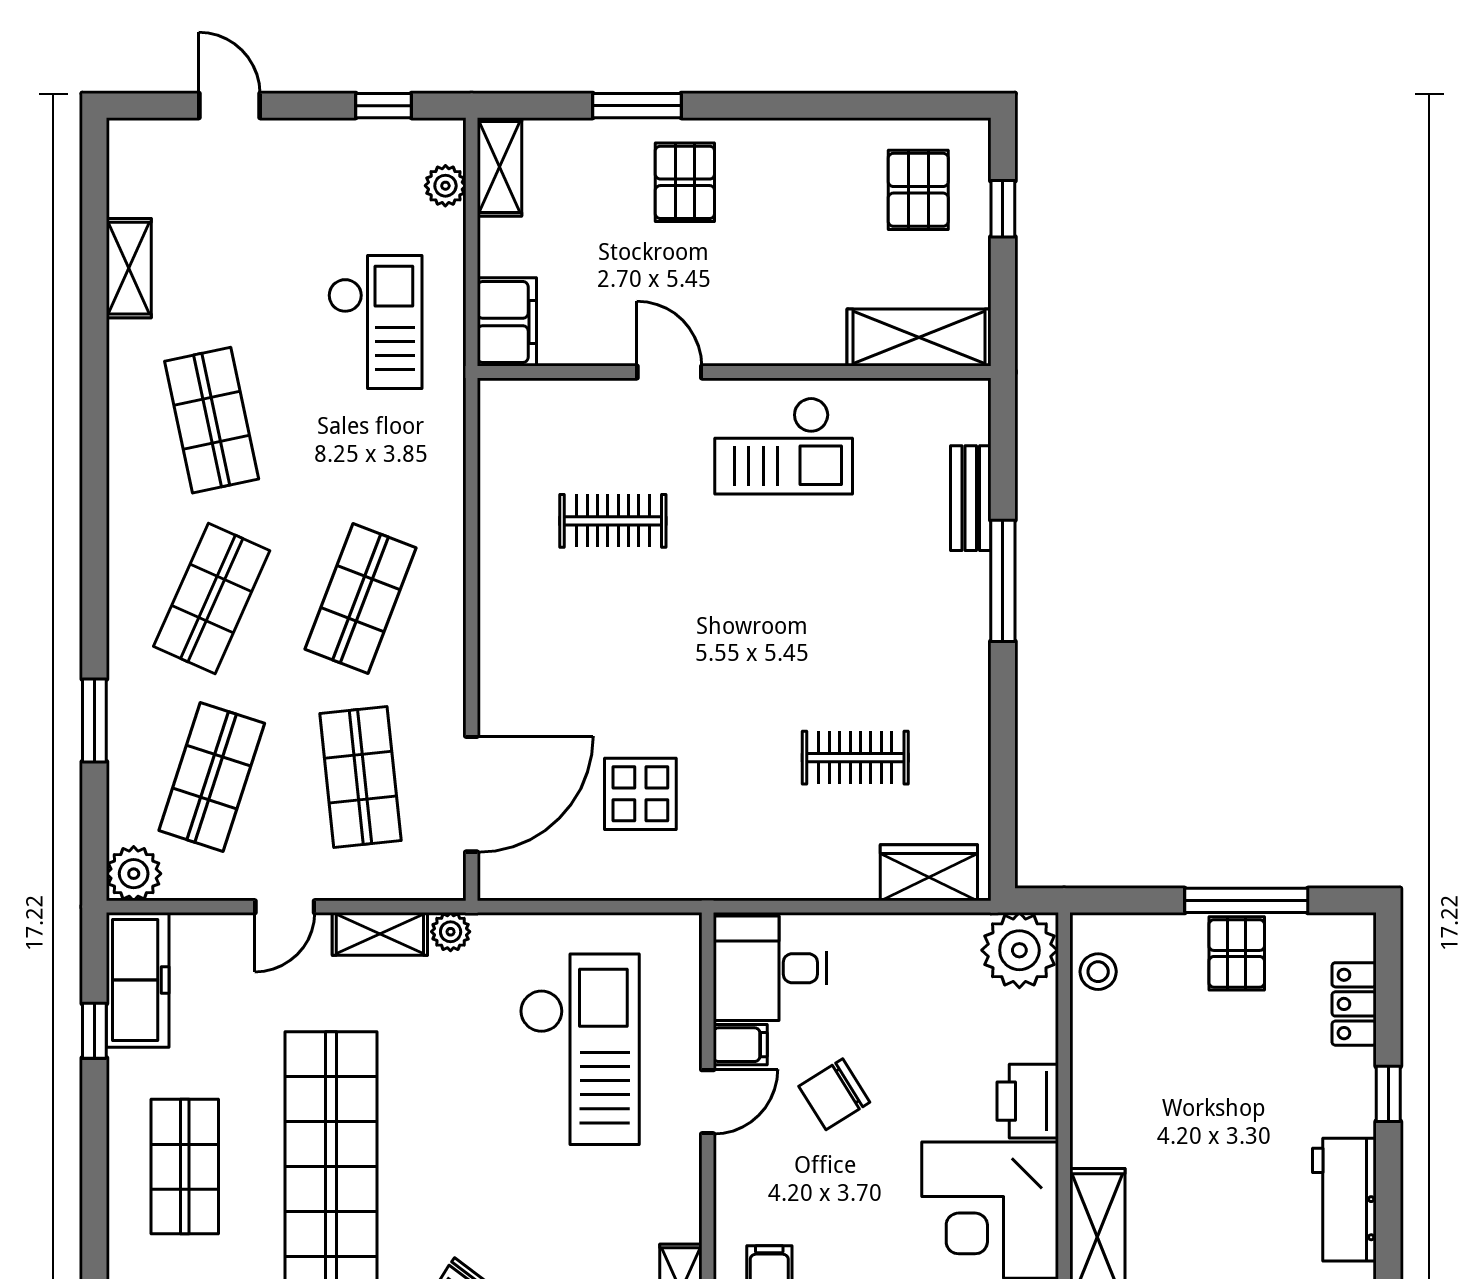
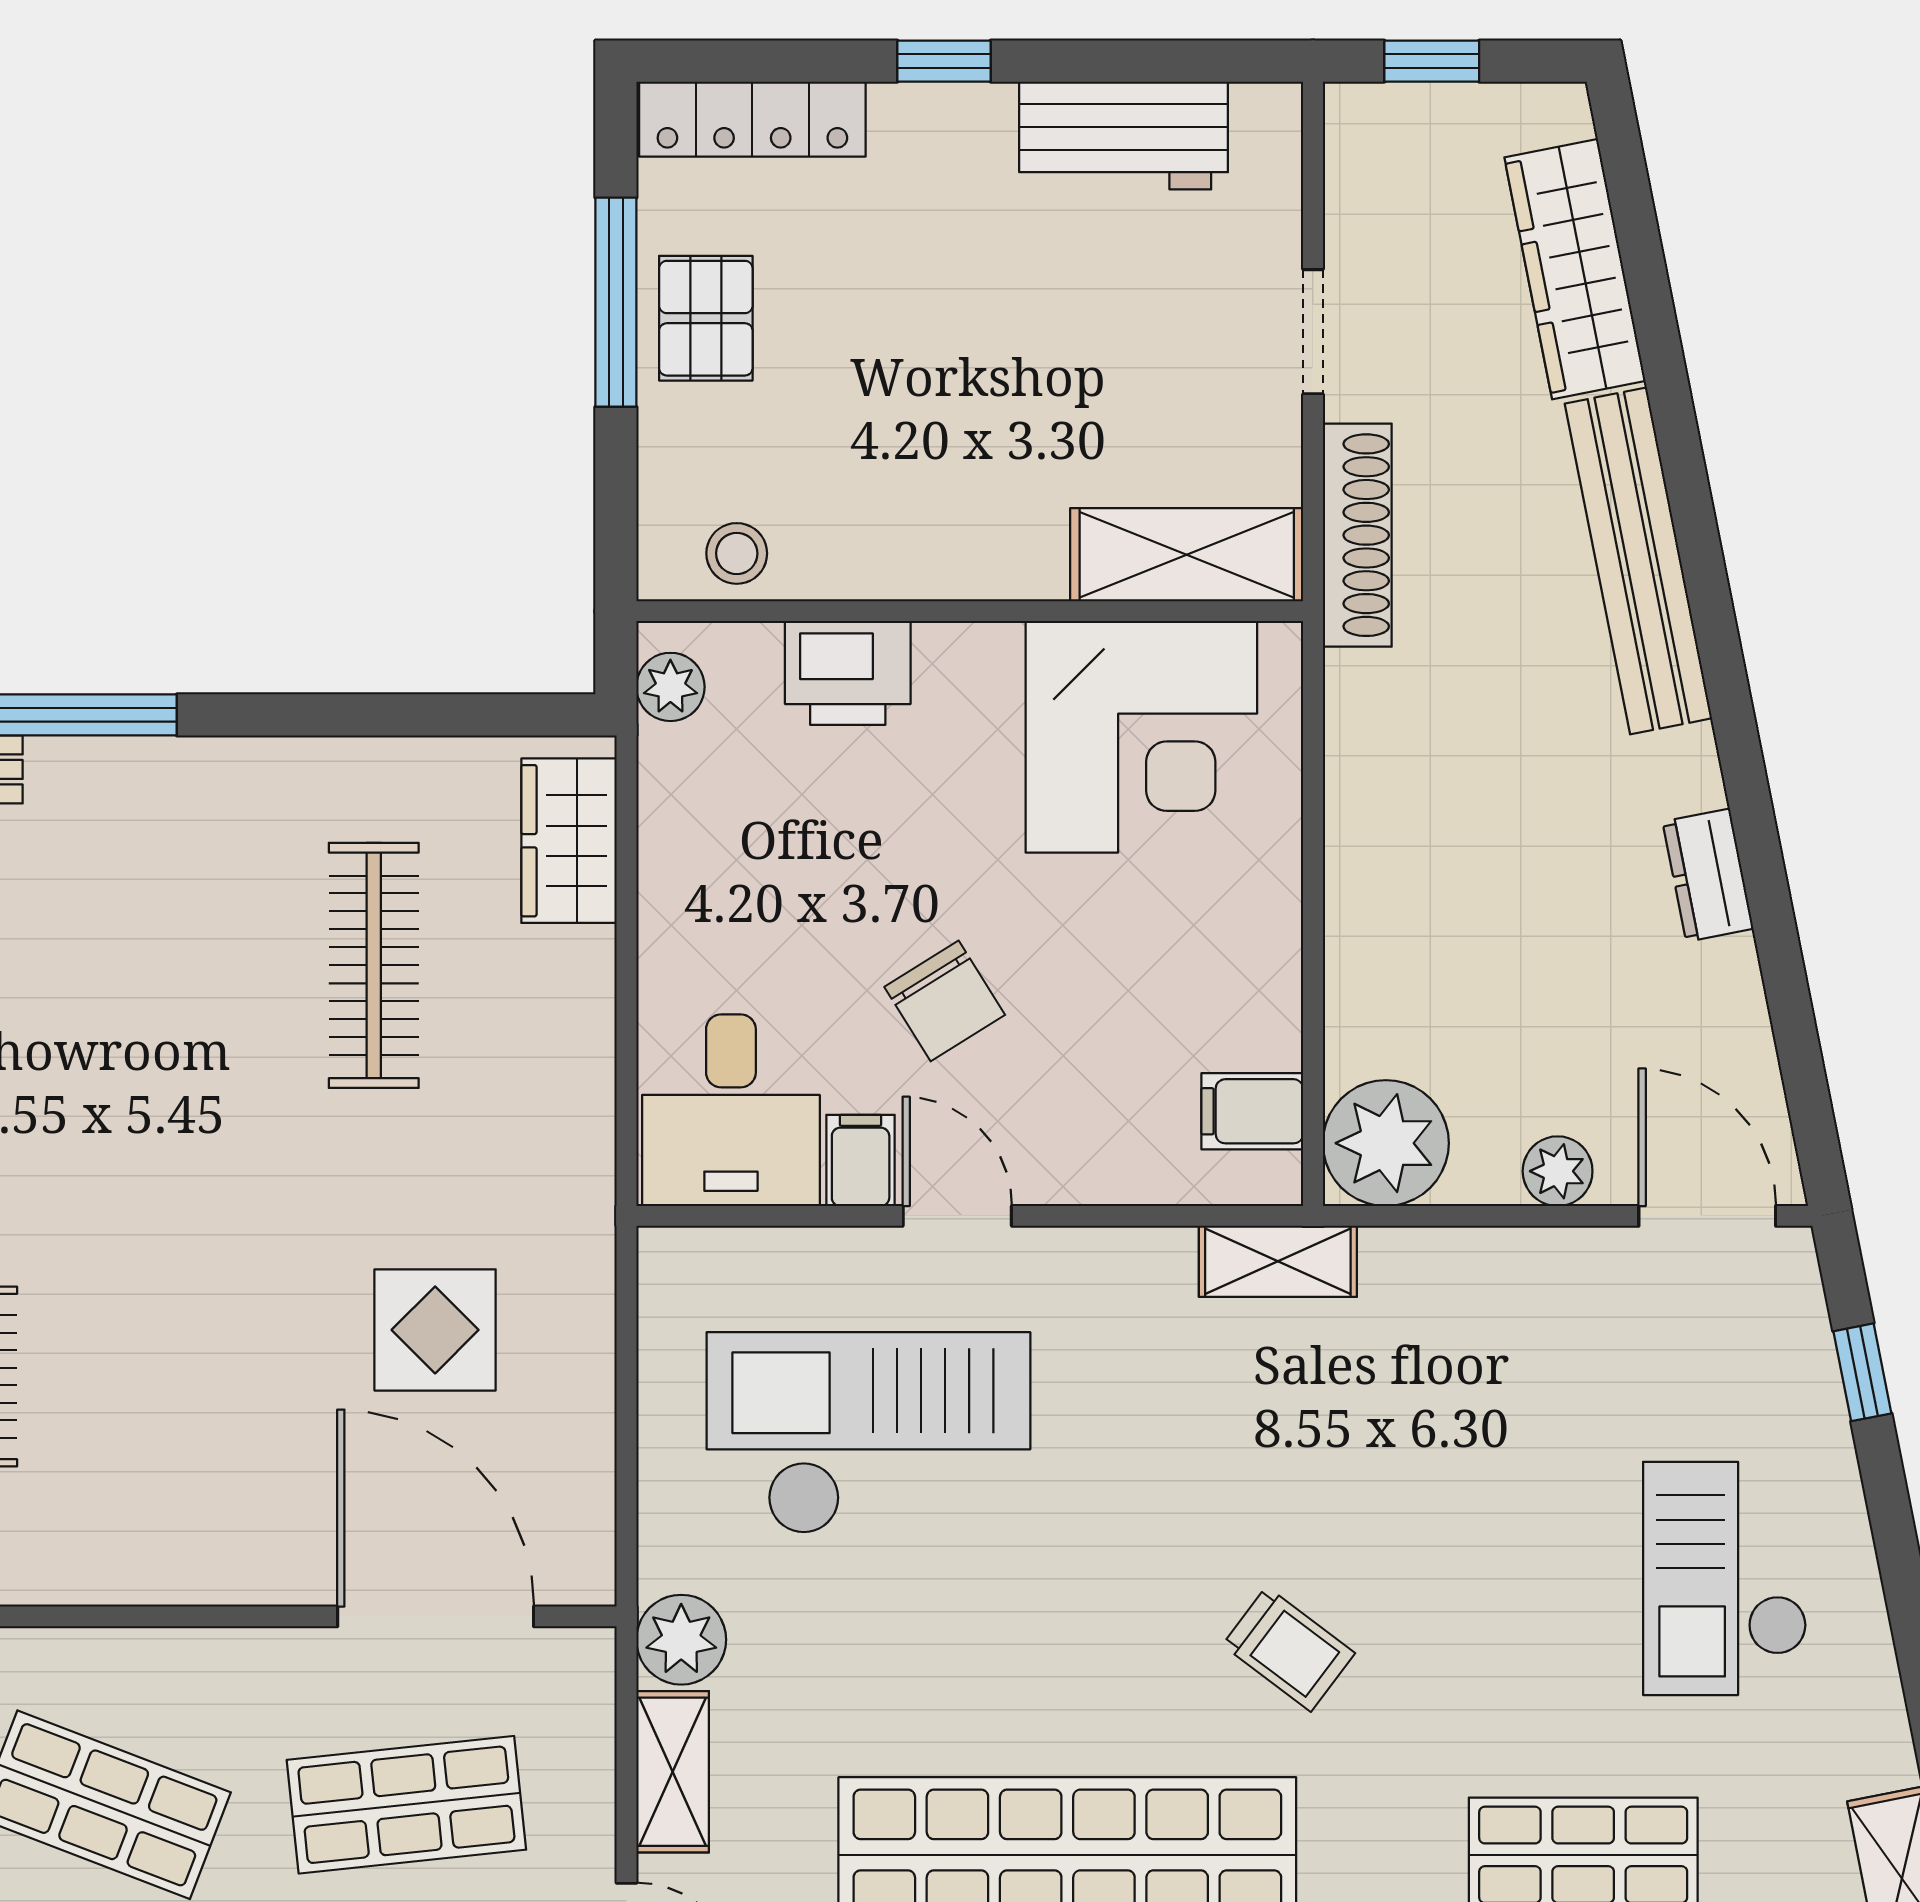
clothes rail: (855, 758) -> (374, 965), width x1.36
plant: (451, 932) -> (681, 1640), width x1.38, depth x1.38
plant: (1019, 950) -> (670, 687), width x0.53, depth x0.53
pallet: (1237, 953) -> (706, 318), turned 90
locker: (1354, 1004) -> (752, 119), width x1.53
printer: (1028, 1101) -> (848, 673), moved

